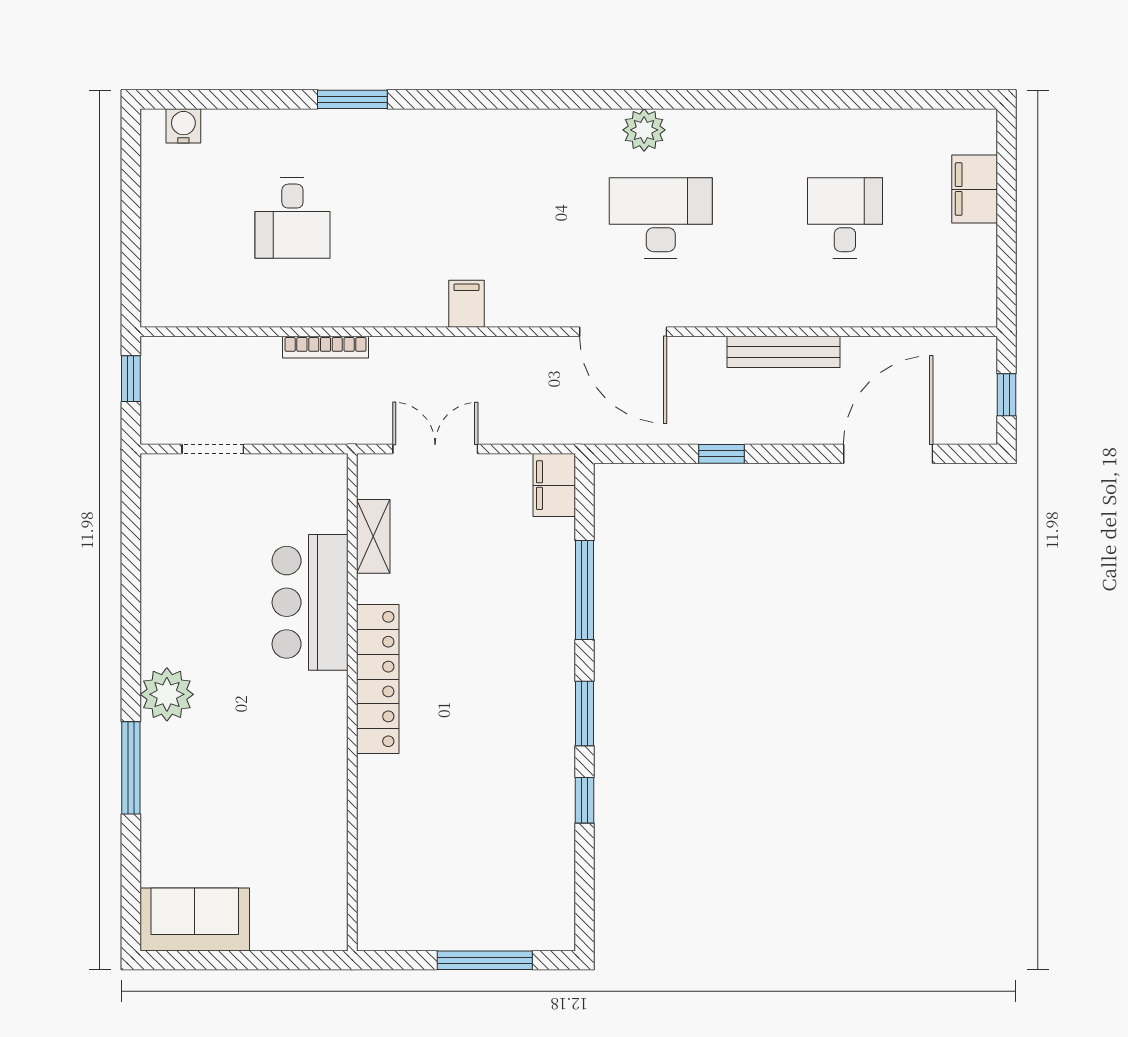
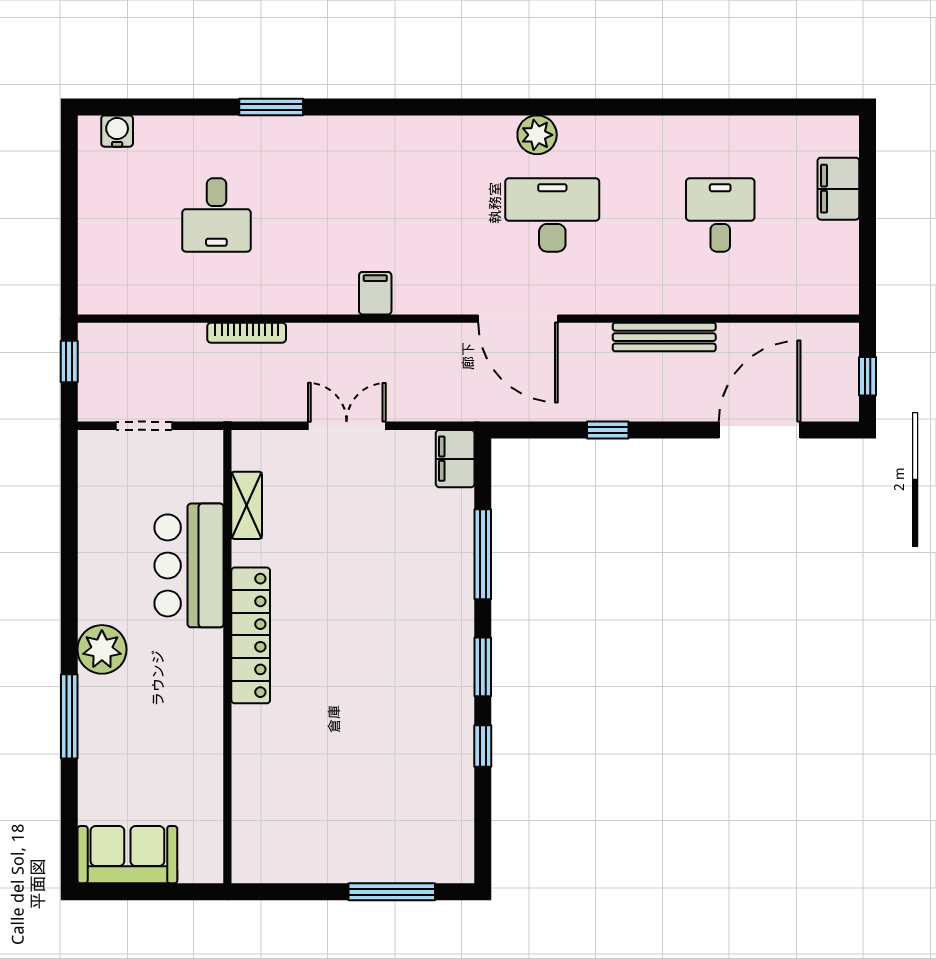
shelving: (373, 536) -> (247, 505), moved
bar counter: (310, 602) -> (189, 565), moved
locker: (378, 679) -> (251, 635), moved
wall: (352, 702) -> (227, 657), moved

